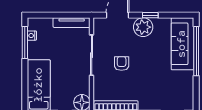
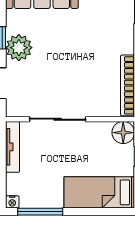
nightstand: (32, 36) -> (12, 202), moved
armchair: (122, 64) -> (69, 78), removed

